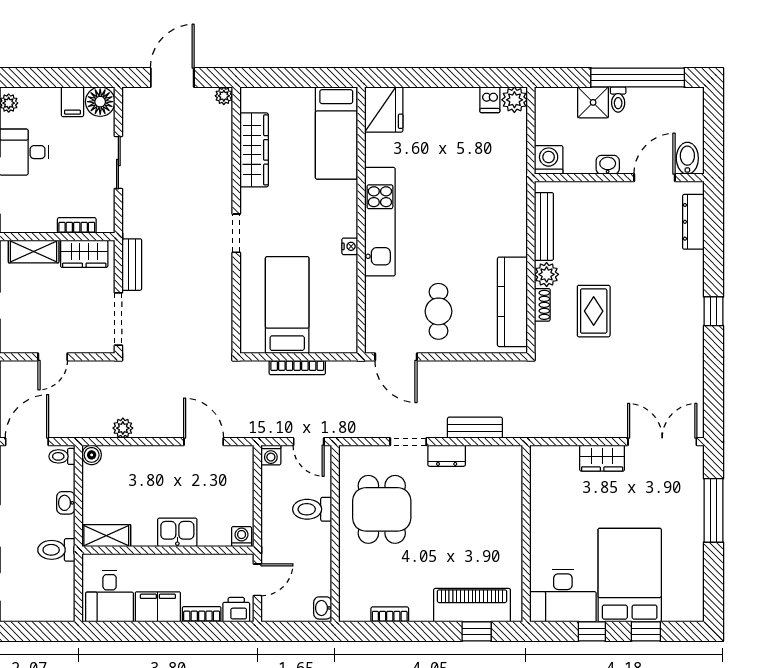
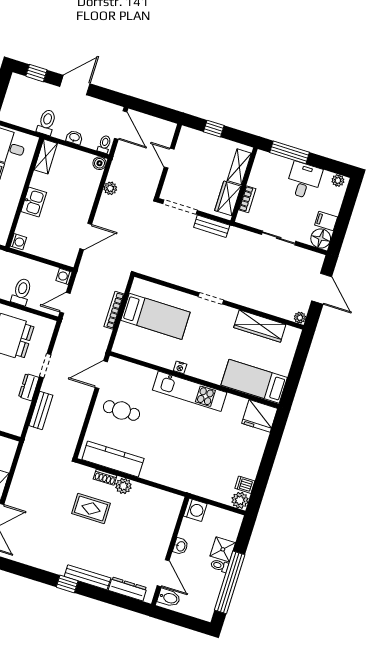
bench: (544, 226) -> (87, 577), moved

